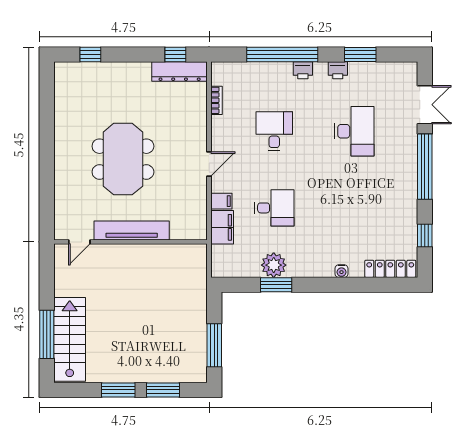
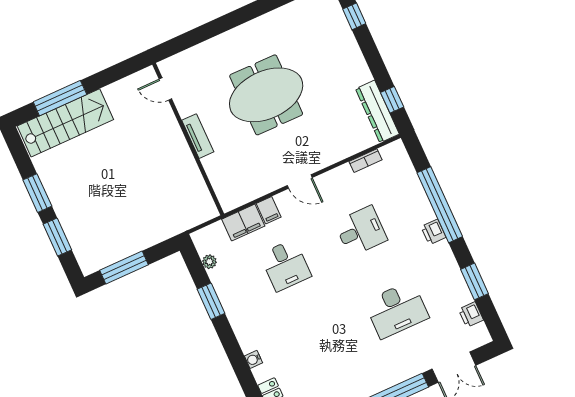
printer: (338, 70) -> (471, 315), moved
tv unit: (132, 230) -> (198, 136), width x0.52, depth x0.78
plant: (274, 265) -> (209, 262), moved, width x0.53, depth x0.53

